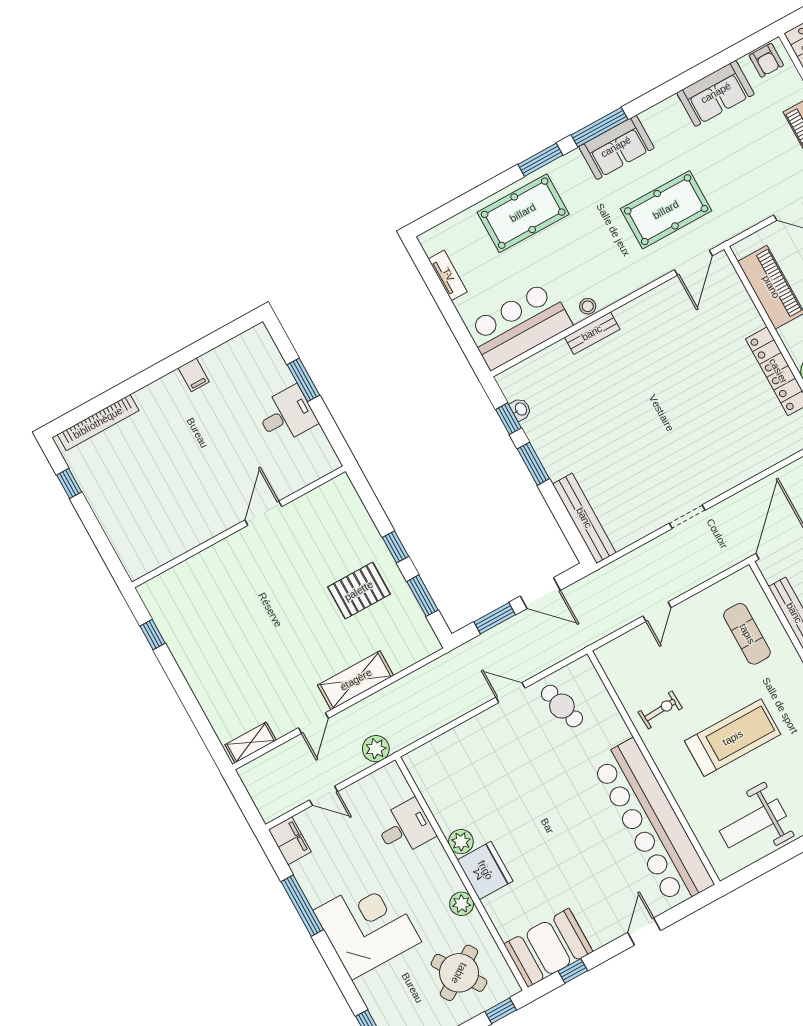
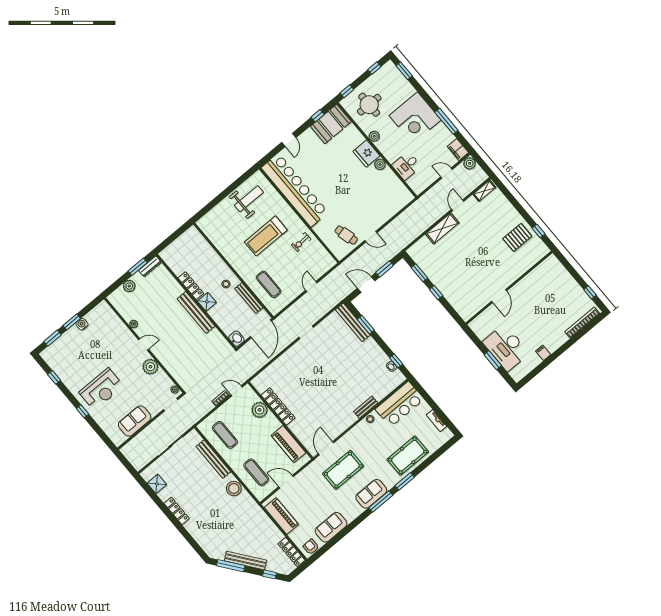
desk: (286, 415) -> (506, 348), width x1.87, depth x1.30
window: (533, 464) -> (366, 325), moved
pallet: (359, 591) -> (517, 237), moved
plant: (376, 749) -> (470, 163), moved
round table: (459, 973) -> (369, 105), turned 33

